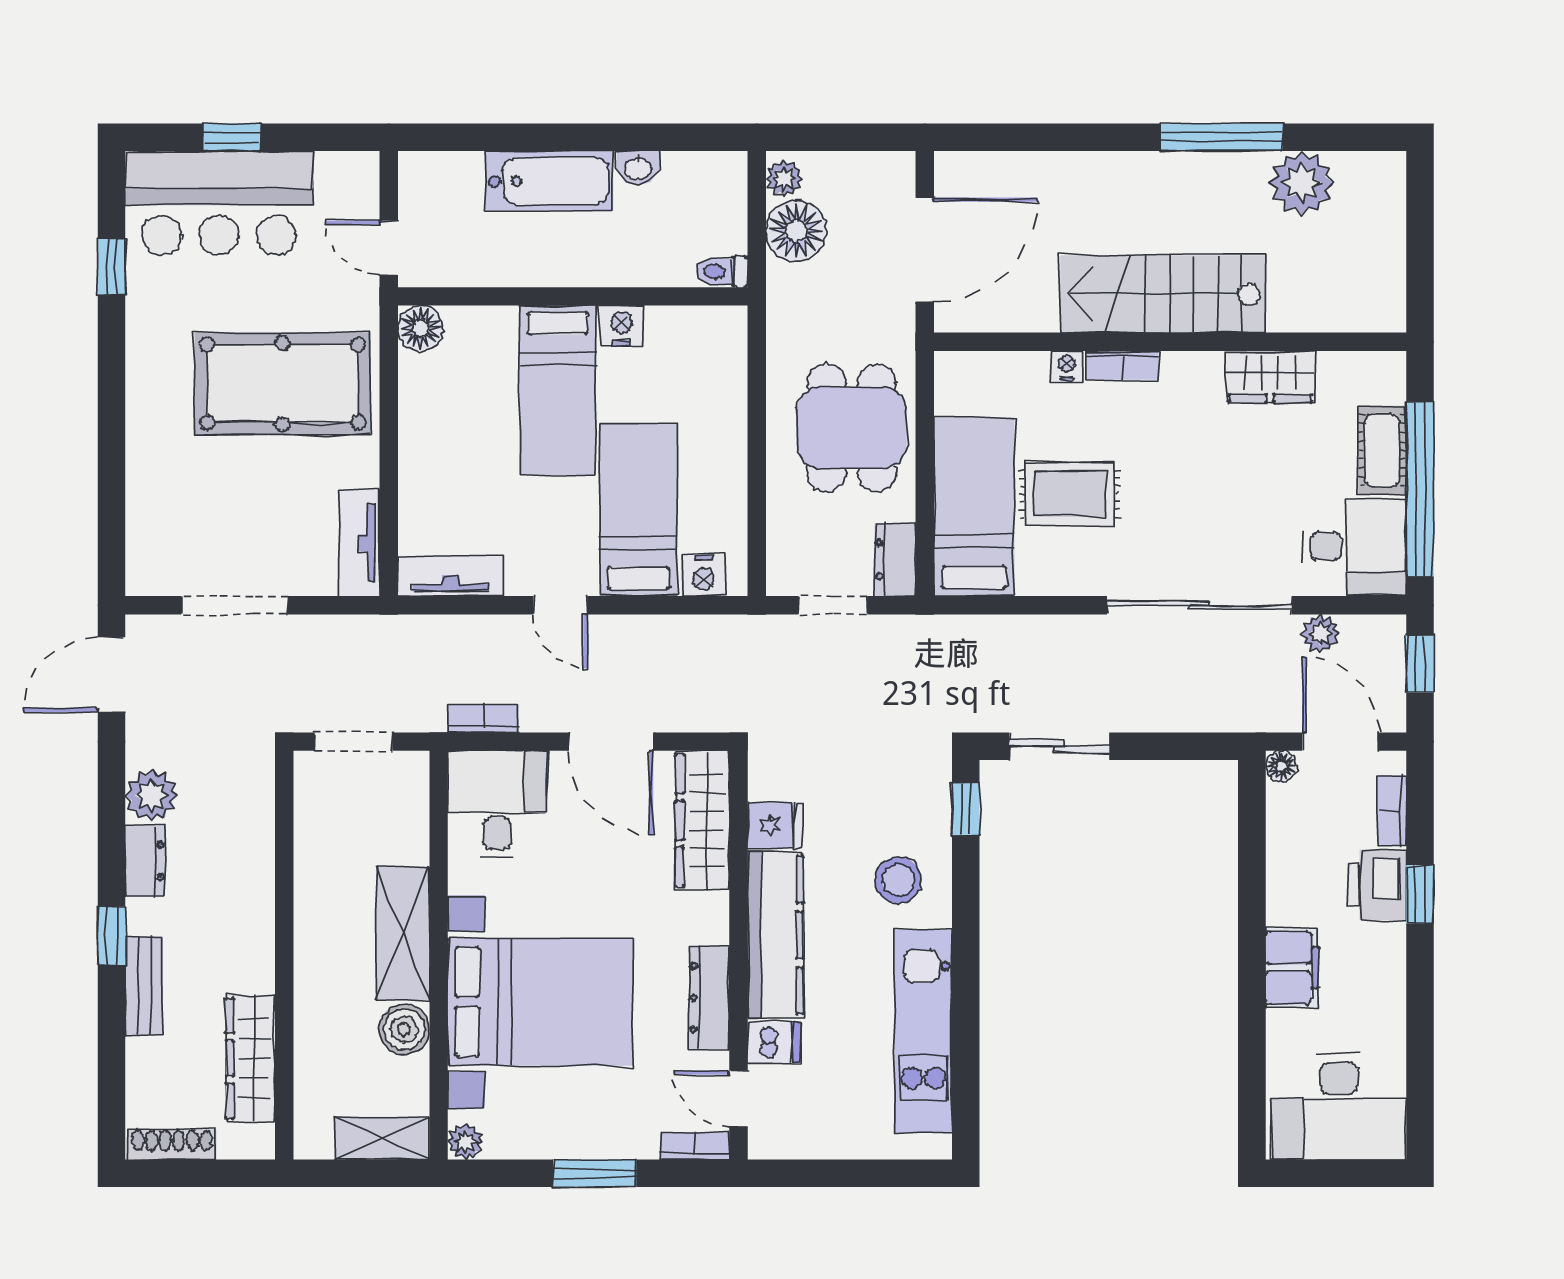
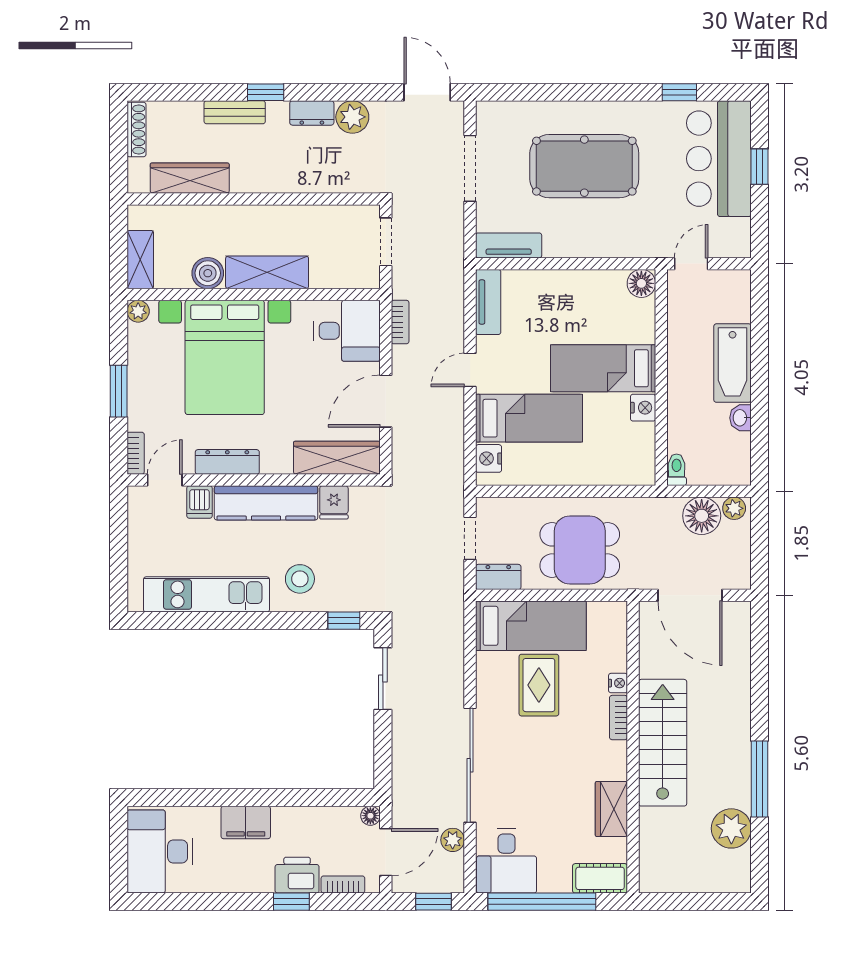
pool table: (283, 384) -> (584, 166), moved, turned 90
cot: (1382, 450) -> (600, 878), moved

